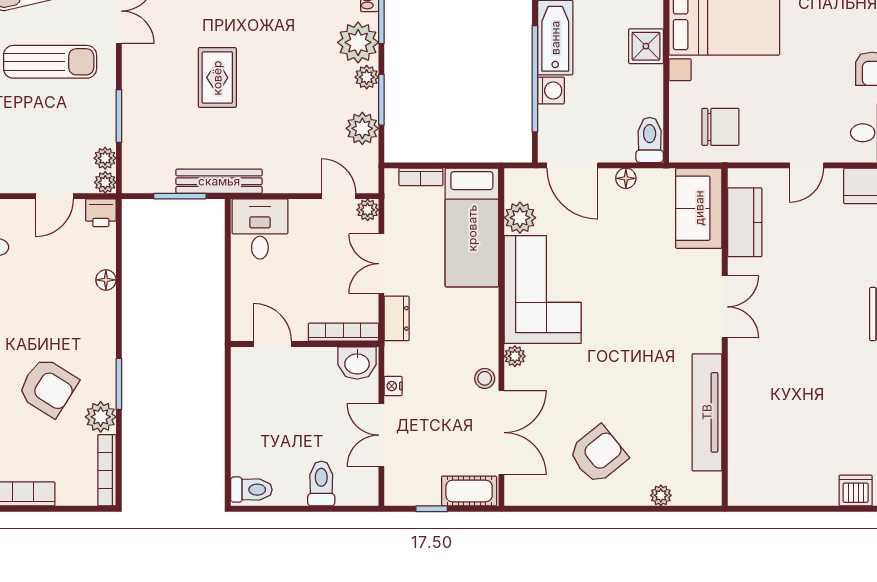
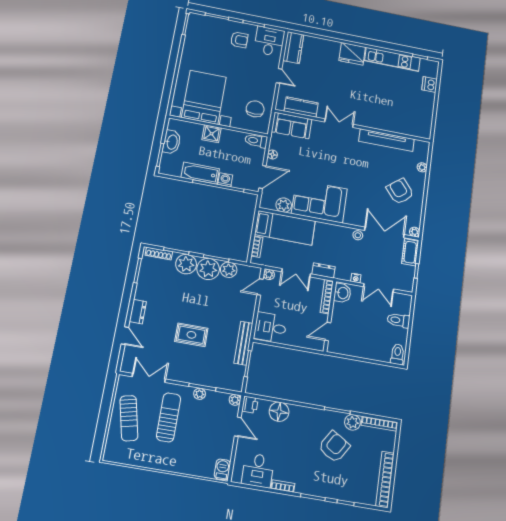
plant: (367, 77) -> (208, 269), width x1.87, depth x1.87
plant: (105, 158) -> (200, 394), moved
floor lamp: (106, 280) -> (279, 412), width x1.89, depth x1.89
plant: (515, 356) -> (415, 232), moved

